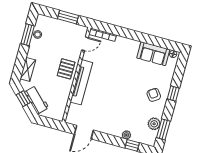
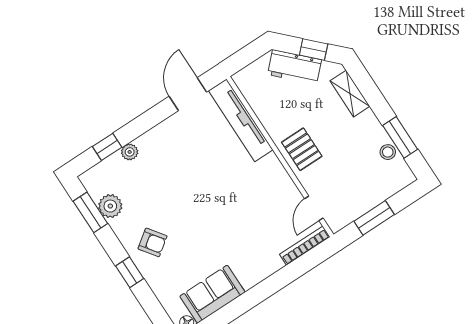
tv unit: (81, 82) -> (241, 120), moved

